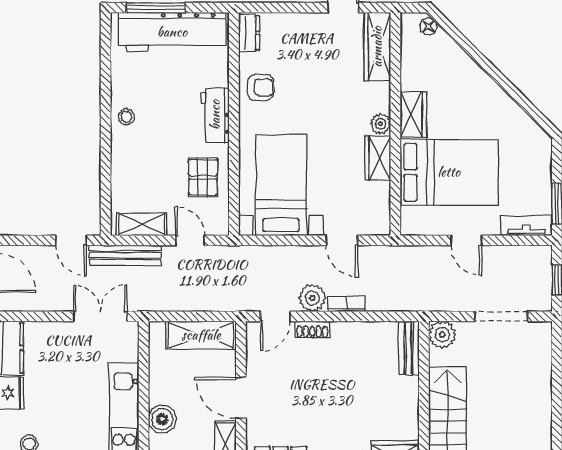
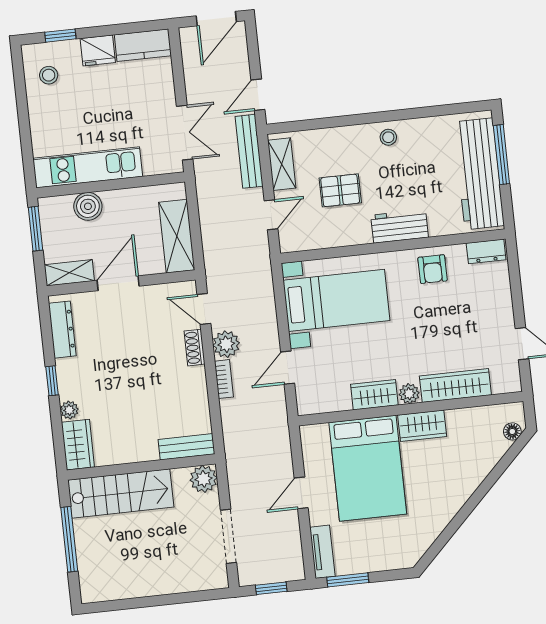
wardrobe: (377, 47) -> (455, 385), moved
pallet: (203, 177) -> (340, 190), moved

